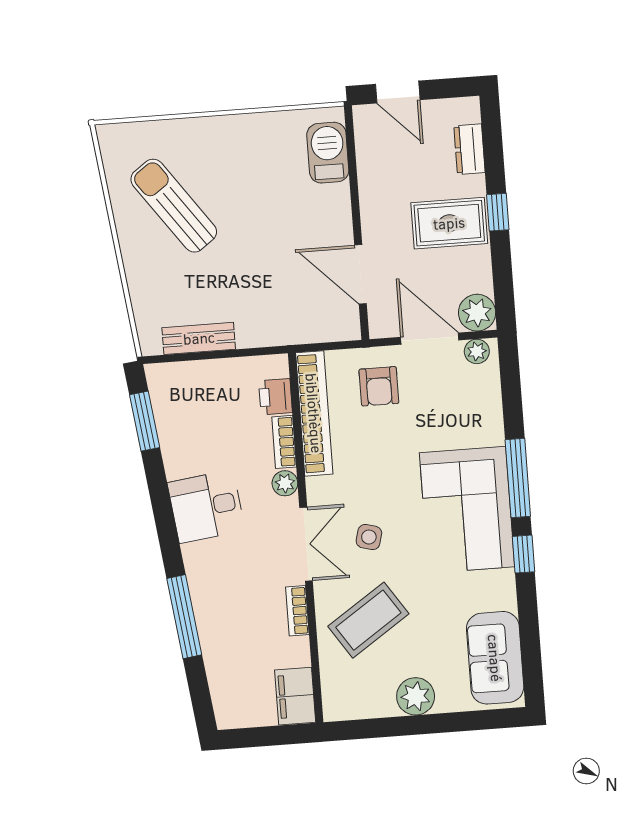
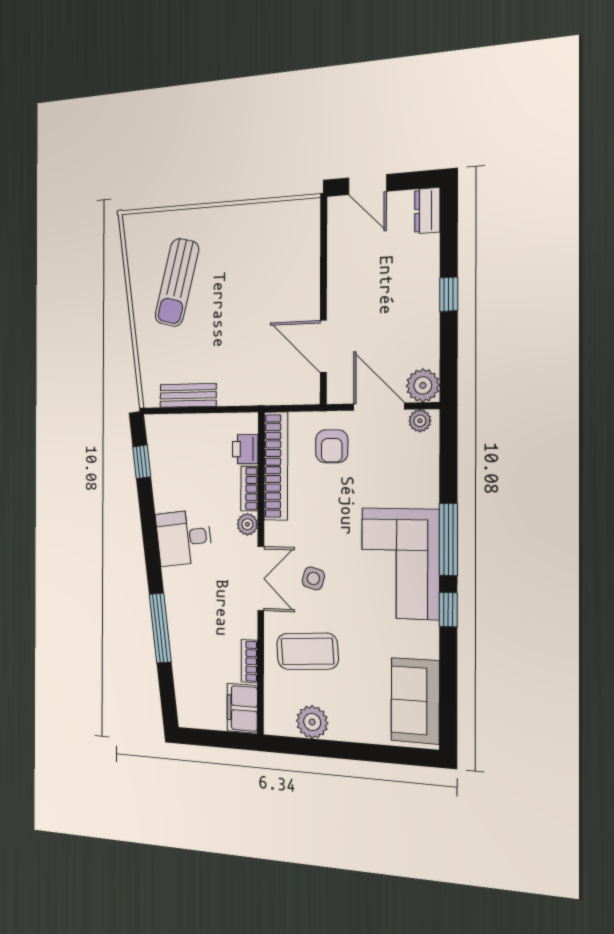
dresser: (469, 149) -> (427, 211), moved
barbecue: (328, 153) -> (304, 239), removed
sun lounger: (174, 206) -> (177, 282), turned -130
rug: (449, 223) -> (404, 303), removed
window: (145, 421) -> (142, 462), width x0.67
bookcase: (297, 611) -> (249, 661), moved
coffee table: (368, 620) -> (307, 651), turned 30
plant: (416, 696) -> (312, 722), moved

